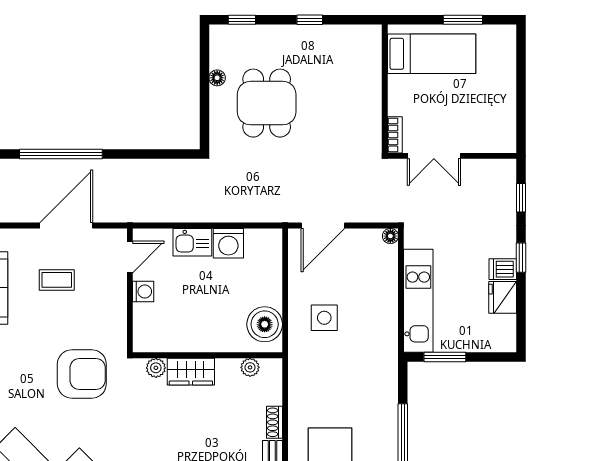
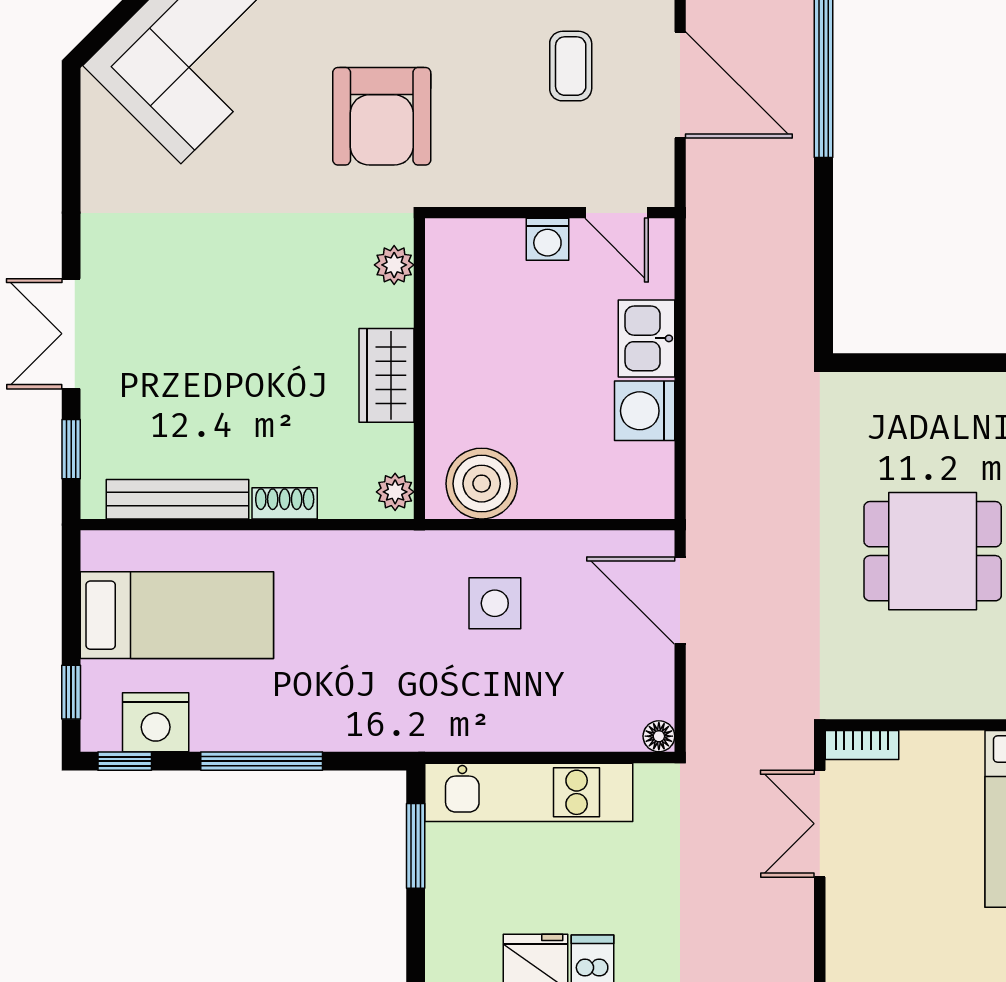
floor lamp: (217, 78) -> (977, 388), removed
dining table: (267, 103) -> (933, 551), moved
plant: (250, 367) -> (395, 492), moved
wardrobe: (191, 372) -> (387, 375), moved

